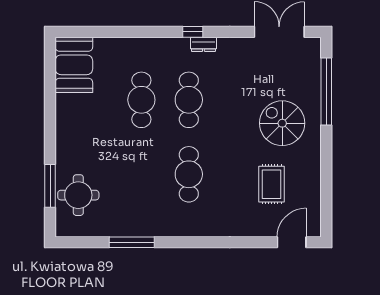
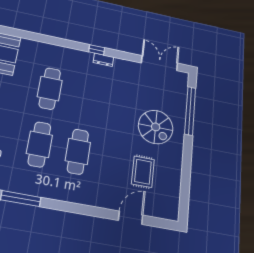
cafe table: (189, 100) -> (39, 144), moved
spiral stairs: (282, 123) -> (156, 127), turned 180
door: (292, 242) -> (131, 218), moved

